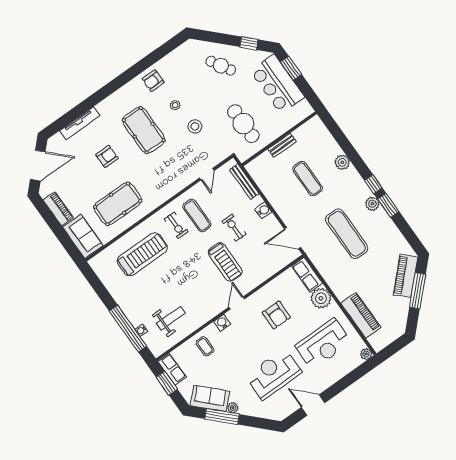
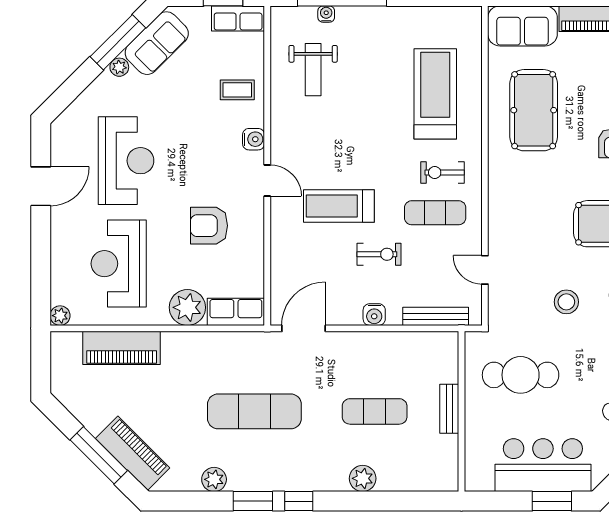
plant: (372, 204) -> (214, 479), moved
treadmill: (142, 254) -> (435, 94), turned 180

